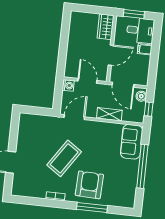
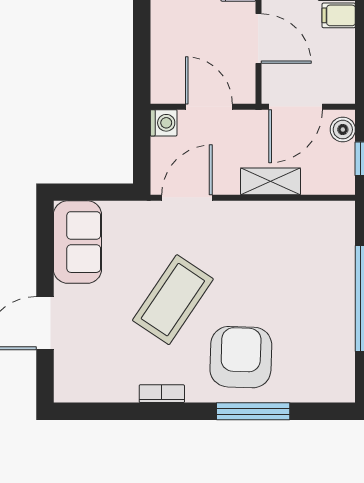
door: (111, 55) -> (258, 39), hinge flipped
door: (123, 85) -> (296, 107), hinge flipped
sofa: (132, 142) -> (77, 242), moved, turned 180

